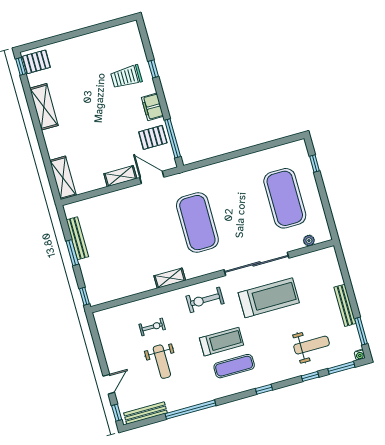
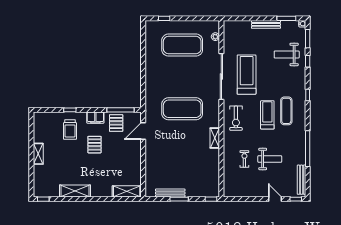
pallet: (36, 62) -> (94, 145), moved
shelving: (120, 176) -> (38, 154), moved
weight bench: (312, 345) -> (287, 54), turned -90

